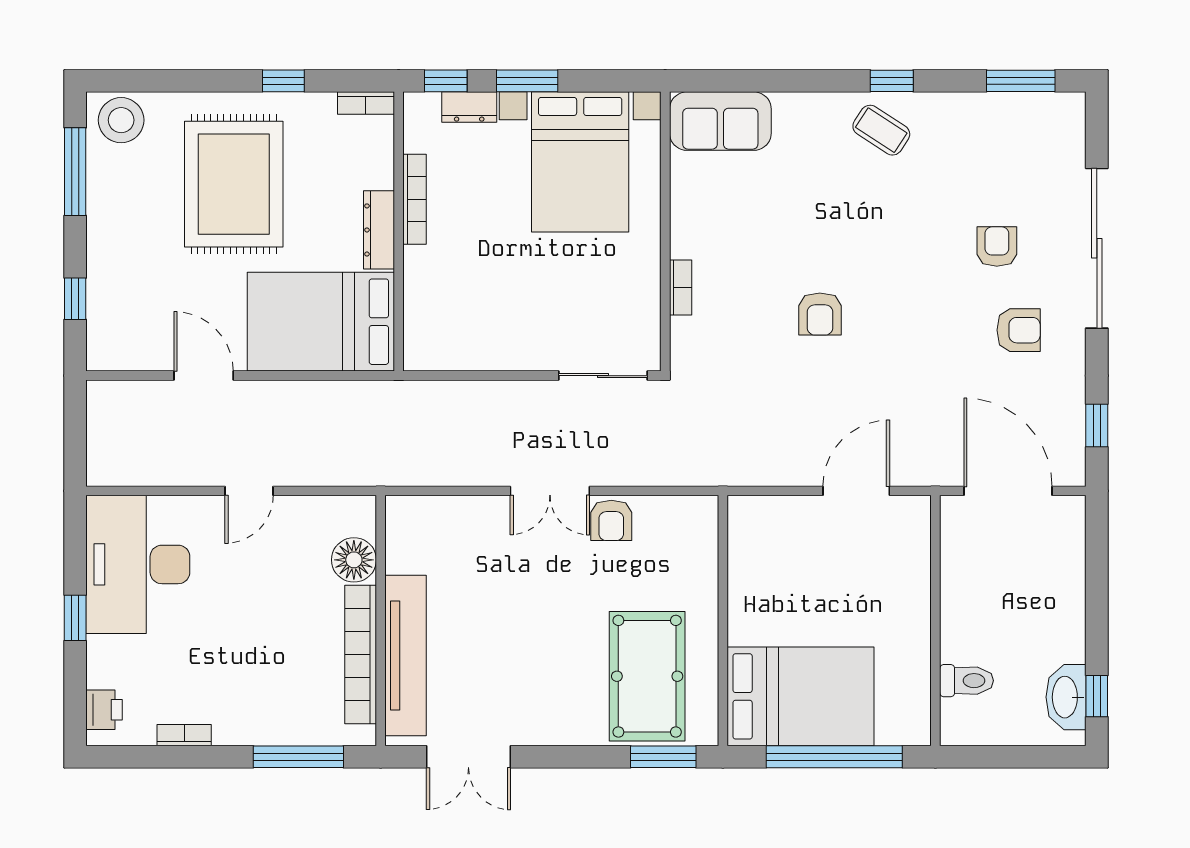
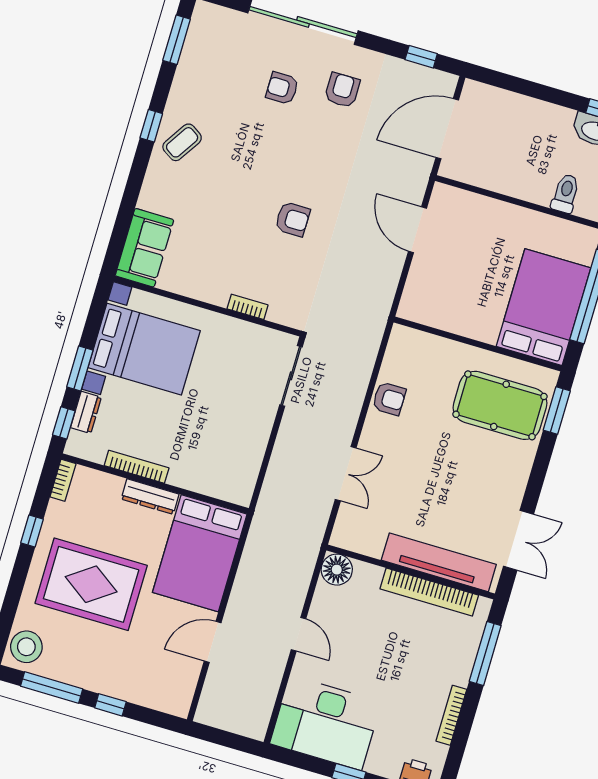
window: (75, 299) -> (110, 705), moved
double door: (550, 491) -> (346, 474), moved
floor lamp: (354, 560) -> (337, 570), moved
bookcase: (184, 735) -> (451, 715), width x1.56

